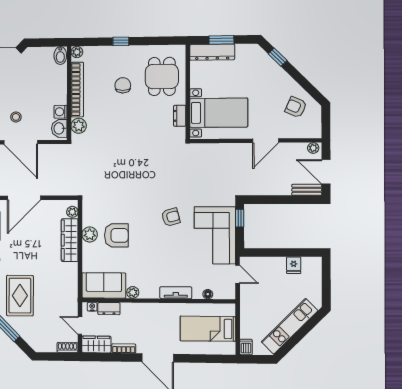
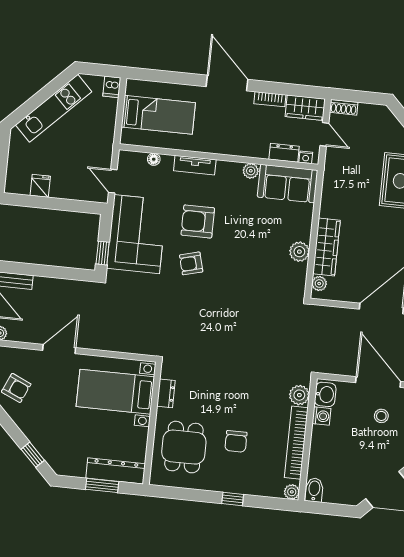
armchair: (116, 235) -> (198, 221), moved

